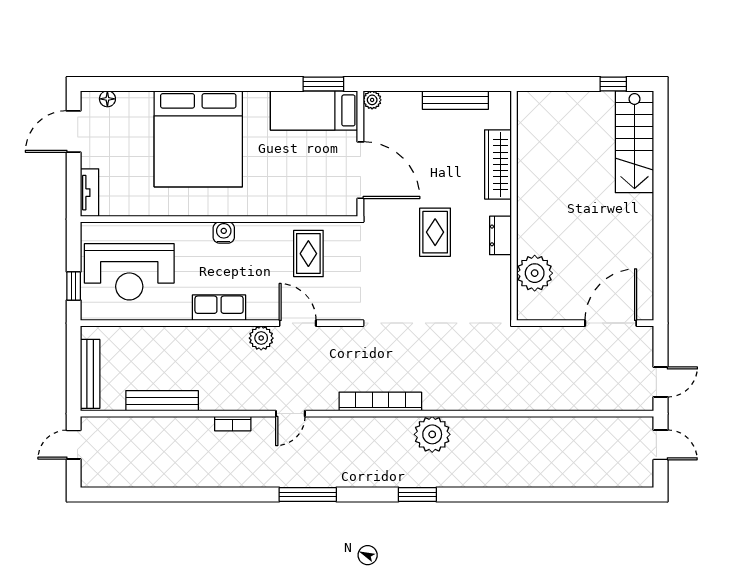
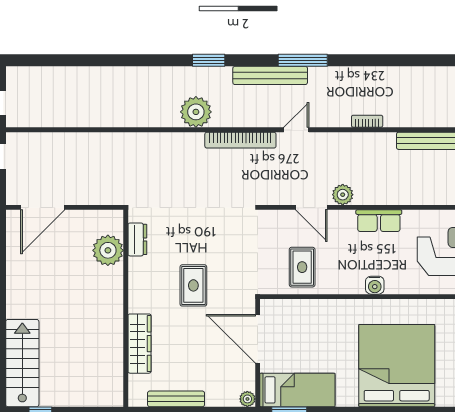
dresser: (500, 235) -> (137, 239), moved
door: (290, 414) -> (296, 130), moved
bench: (346, 477) -> (270, 75), added

